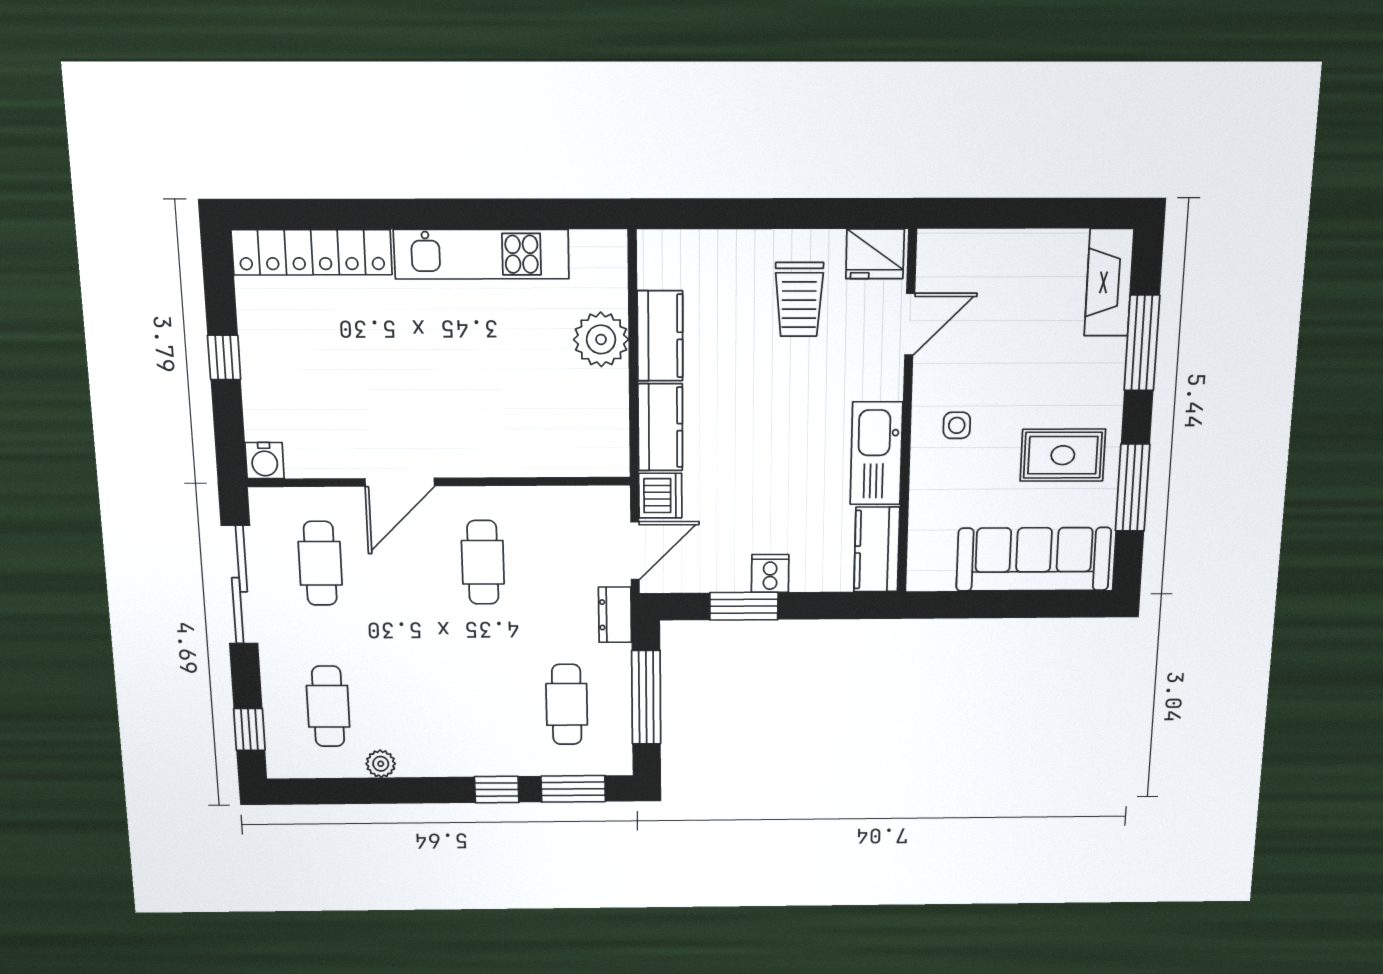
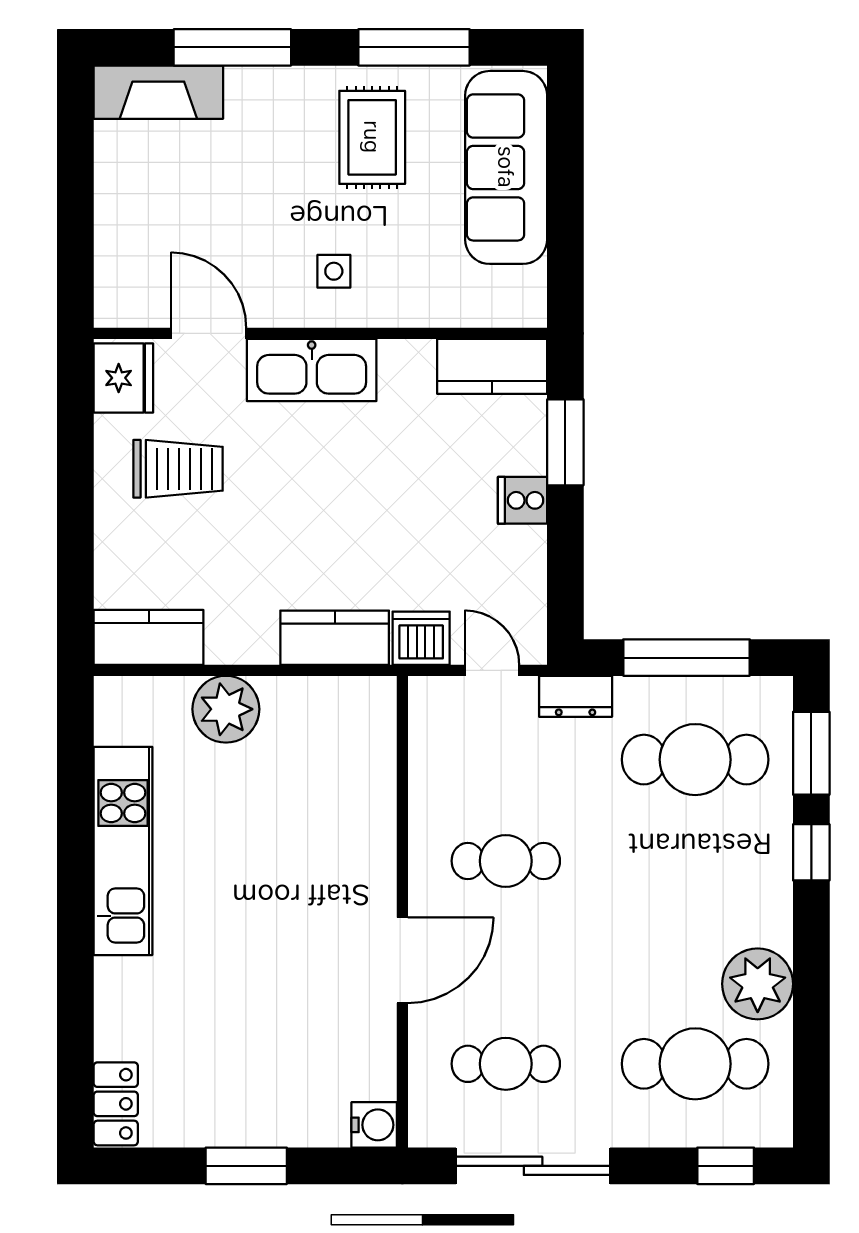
locker: (312, 252) -> (116, 1104), width x0.46, depth x0.83
kitchen counter: (660, 336) -> (149, 637), moved
window: (224, 357) -> (246, 1166), width x1.50
kitchen sink: (876, 453) -> (312, 370), moved
door: (400, 482) -> (402, 960), hinge flipped
door: (635, 551) -> (492, 670), width x0.73
window: (744, 606) -> (565, 442), moved
cafe table: (567, 704) -> (695, 760), width x1.37, depth x1.35
cafe table: (328, 706) -> (695, 1064), width x1.37, depth x1.35
plant: (381, 764) -> (758, 984), width x1.87, depth x1.87

